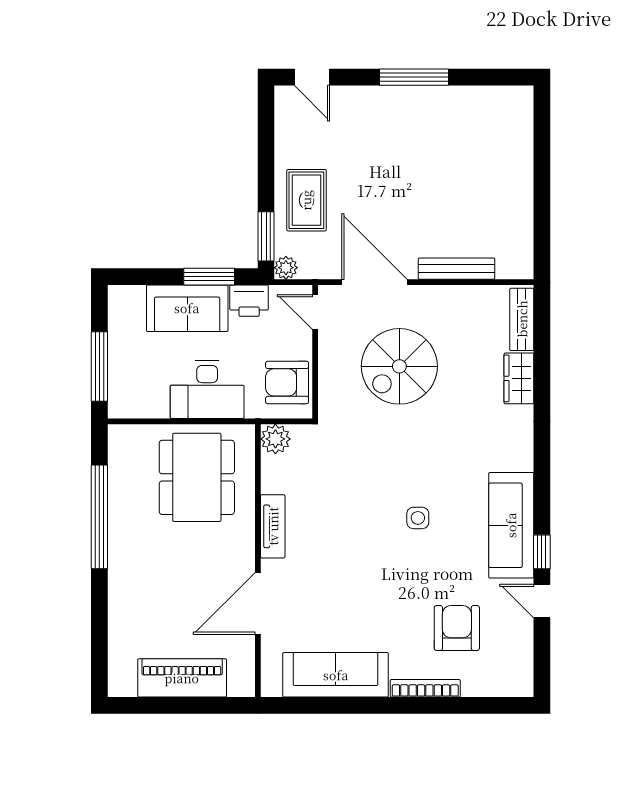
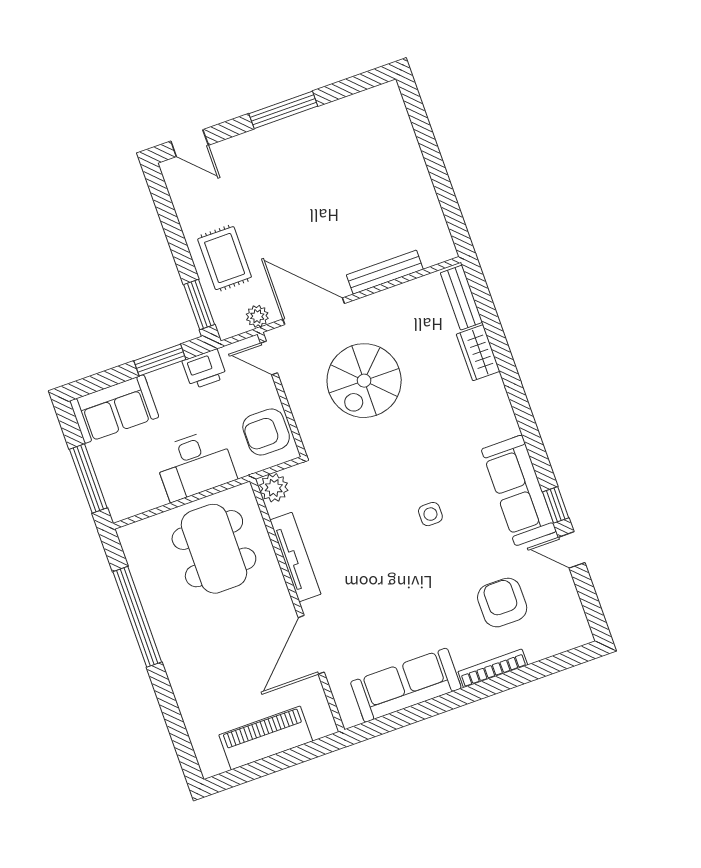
plant: (286, 268) -> (257, 316), moved
sofa: (187, 308) -> (114, 409), moved
tv unit: (273, 526) -> (295, 557), width x1.41

